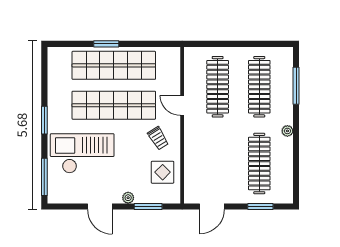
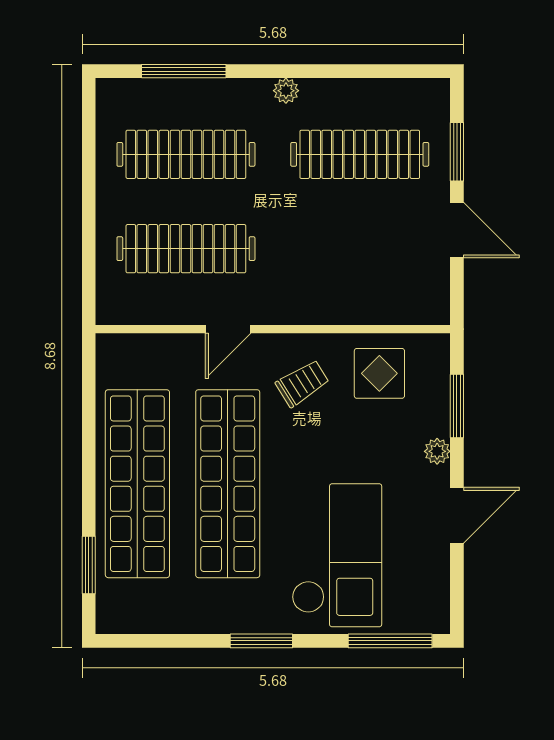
window: (106, 44) -> (89, 565), moved
checkout: (82, 153) -> (337, 555), turned 180
door: (212, 206) -> (457, 230), moved

